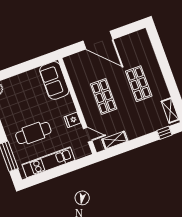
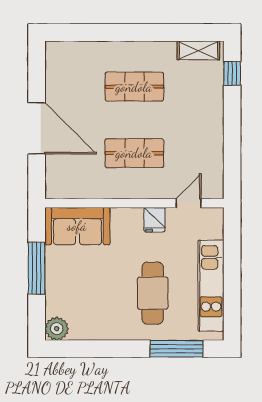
door: (98, 40) -> (37, 128), hinge flipped
window: (24, 67) -> (37, 268), added
shelving: (115, 140) -> (214, 161), removed

